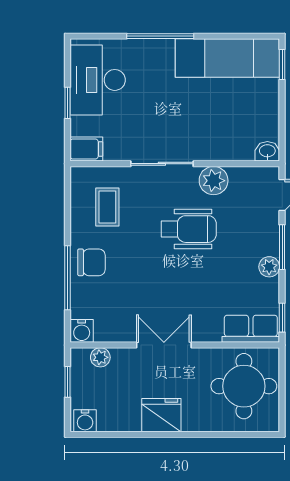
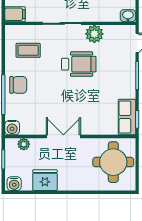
coffee table: (107, 207) -> (28, 50), turned 90
plant: (269, 267) -> (129, 88), removed
row of seats: (251, 329) -> (127, 117), moved, turned -90
fridge: (161, 415) -> (45, 180), moved

